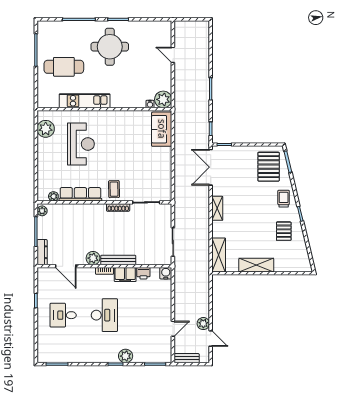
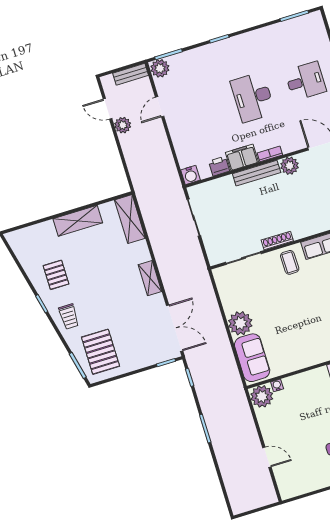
plant: (163, 156) -> (240, 323), added
plant: (126, 356) -> (160, 68), moved

